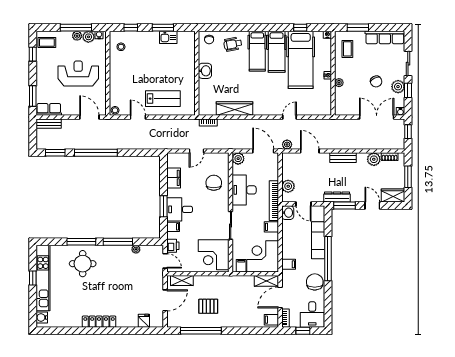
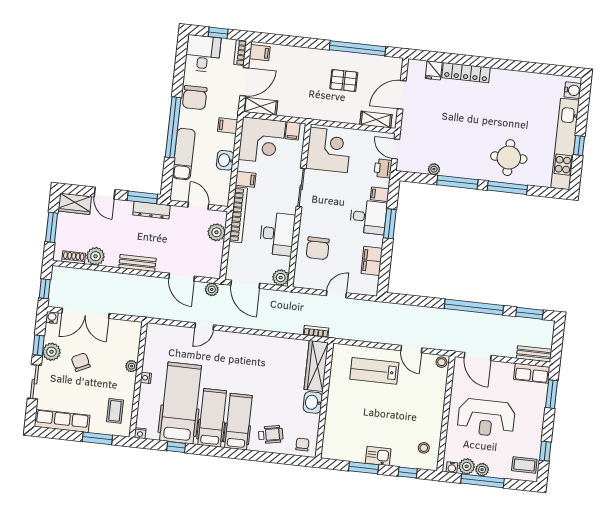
kitchen sink: (168, 37) -> (378, 456), moved
wardrobe: (234, 109) -> (316, 366), moved, turned 90
washbasin: (288, 213) -> (225, 160), moved
locker: (99, 322) -> (466, 73), moved

